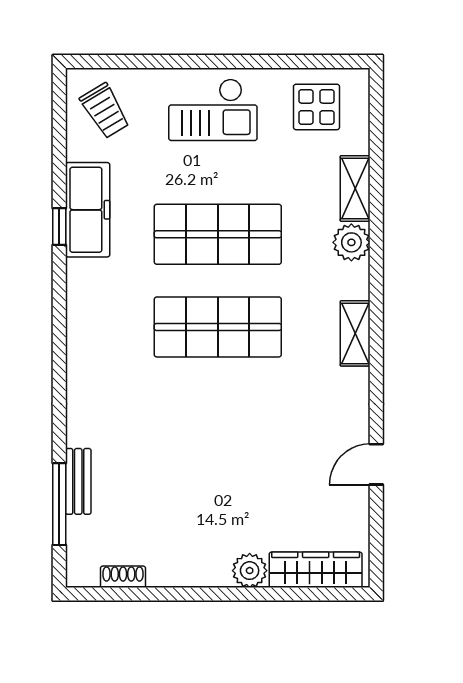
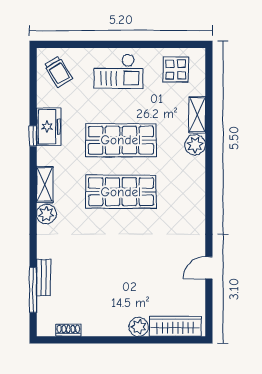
freezer: (88, 210) -> (49, 127), width x0.71
shelving: (355, 333) -> (45, 185), moved
plant: (83, 367) -> (46, 214), added

